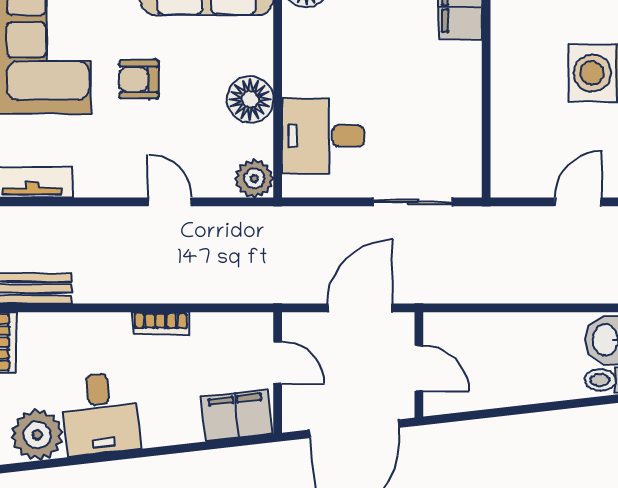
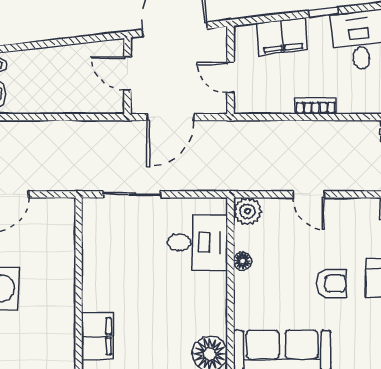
floor lamp: (250, 99) -> (243, 261), width x0.53, depth x0.53
filing cabinet: (237, 415) -> (282, 37), moved
window: (150, 452) -> (323, 12), added

